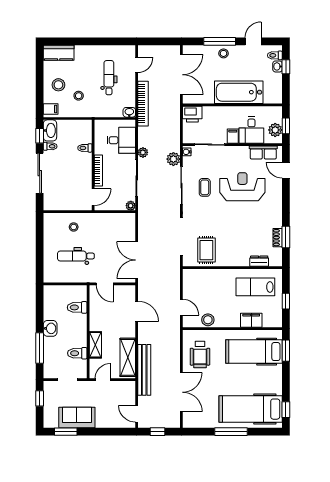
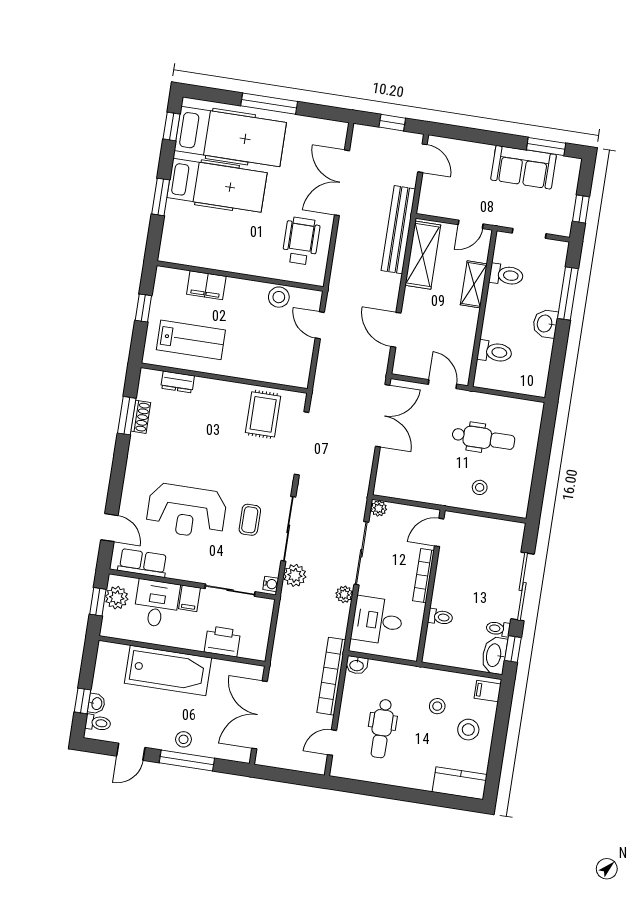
printer: (192, 114) -> (222, 641), moved
window: (286, 351) -> (161, 197), moved
hospital bed: (254, 352) -> (217, 185), moved

